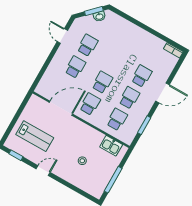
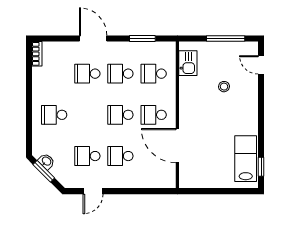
school desk: (127, 39) -> (54, 115), added
lab bench: (35, 136) -> (246, 159), moved
door: (43, 171) -> (261, 65), moved

